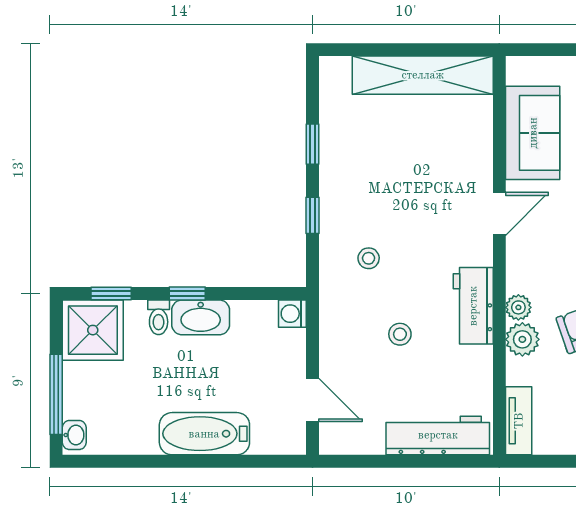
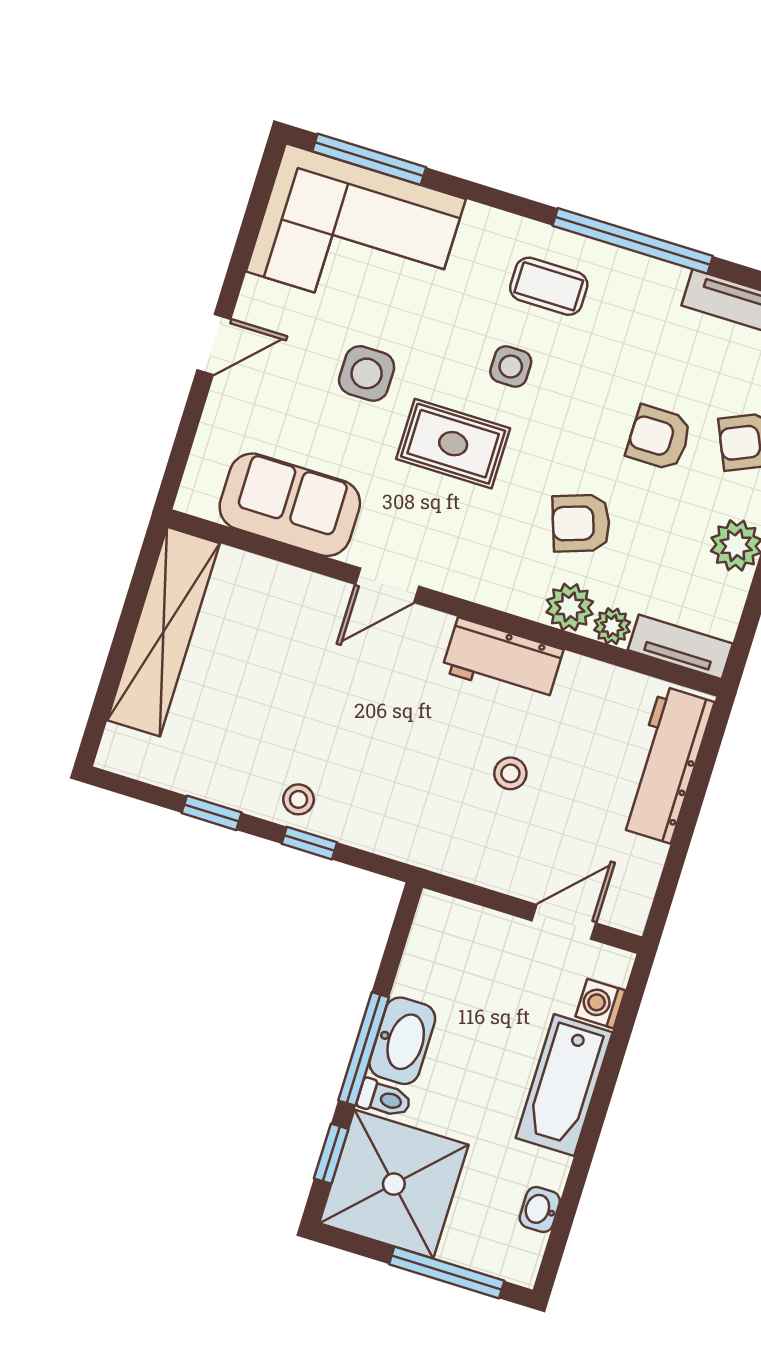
door: (499, 214) -> (387, 585), swing flipped
stool: (369, 258) -> (298, 799), moved
window: (187, 293) -> (364, 1049), width x2.17
plant: (518, 307) -> (612, 626), moved
washing machine: (292, 314) -> (600, 1004), moved, turned 90
shower: (93, 330) -> (394, 1184), width x1.37, depth x1.37
washbasin: (74, 435) -> (540, 1210), moved, turned -90

